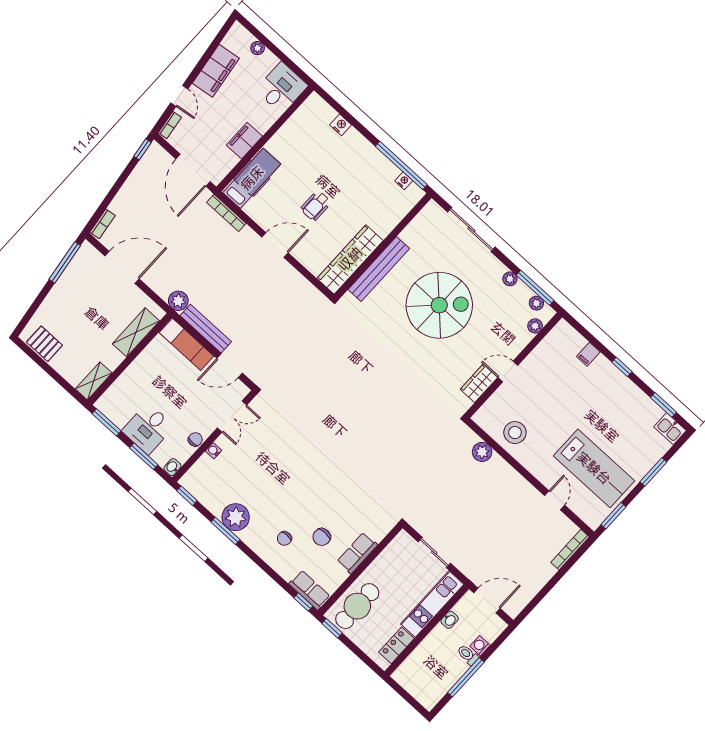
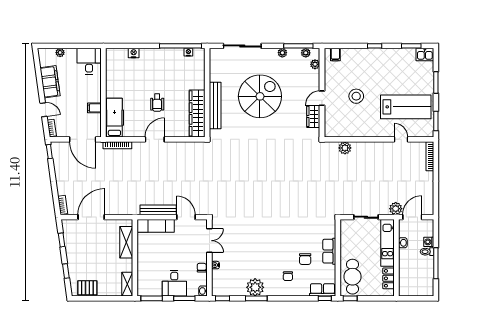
filing cabinet: (244, 141) -> (94, 108), width x0.50
window: (65, 262) -> (62, 240), width x0.46
plant: (178, 301) -> (396, 209), moved
window: (37, 302) -> (66, 271), added
filing cabinet: (588, 354) -> (335, 55), moved
door: (230, 366) -> (186, 217), swing flipped
stool: (515, 433) -> (356, 96), moved

